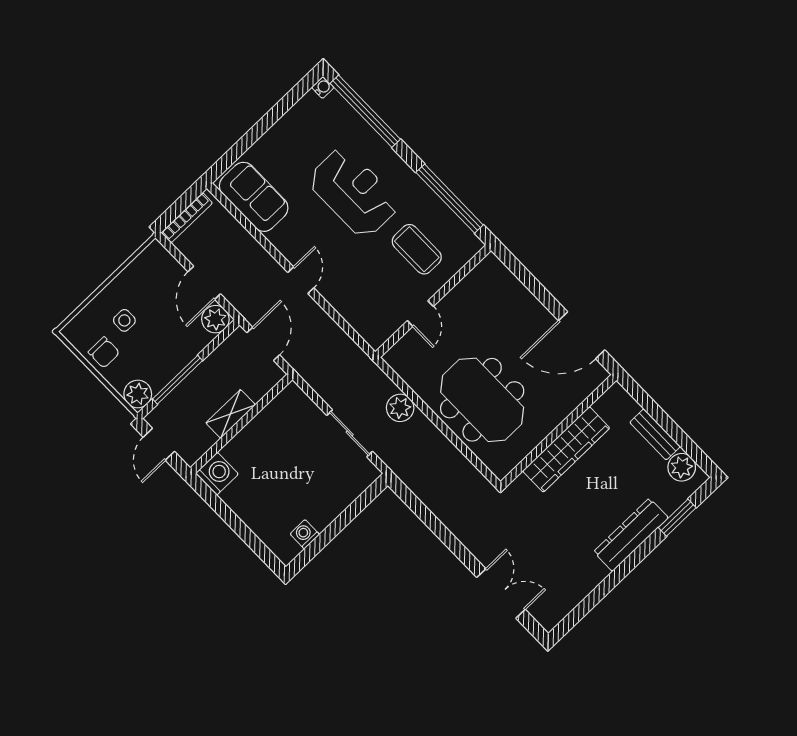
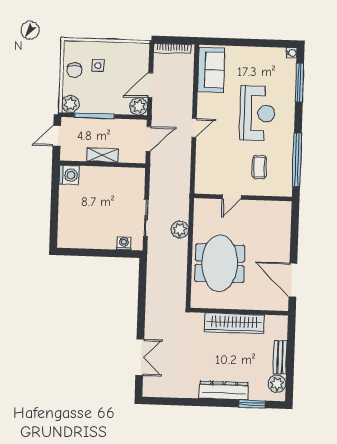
window: (365, 111) -> (299, 83), width x0.68
coffee table: (417, 249) -> (259, 167), width x0.73, depth x0.77
washing machine: (305, 534) -> (124, 243), moved

